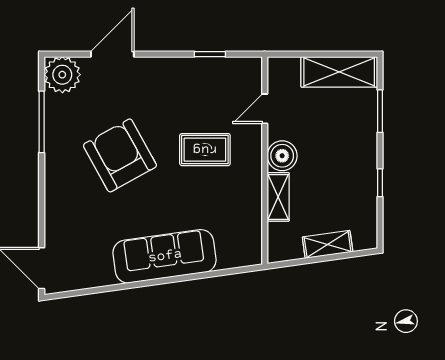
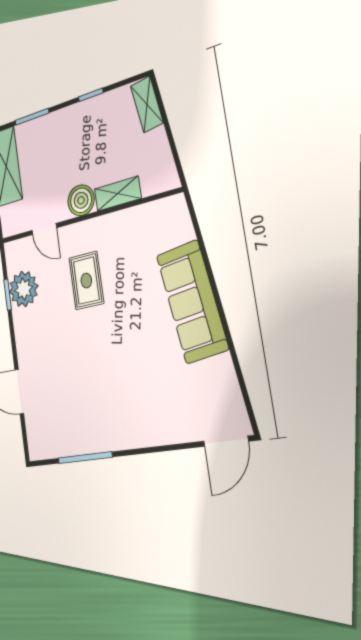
plant: (62, 75) -> (24, 289), moved
armchair: (120, 155) -> (103, 369), removed
shelving: (328, 244) -> (147, 104), moved

